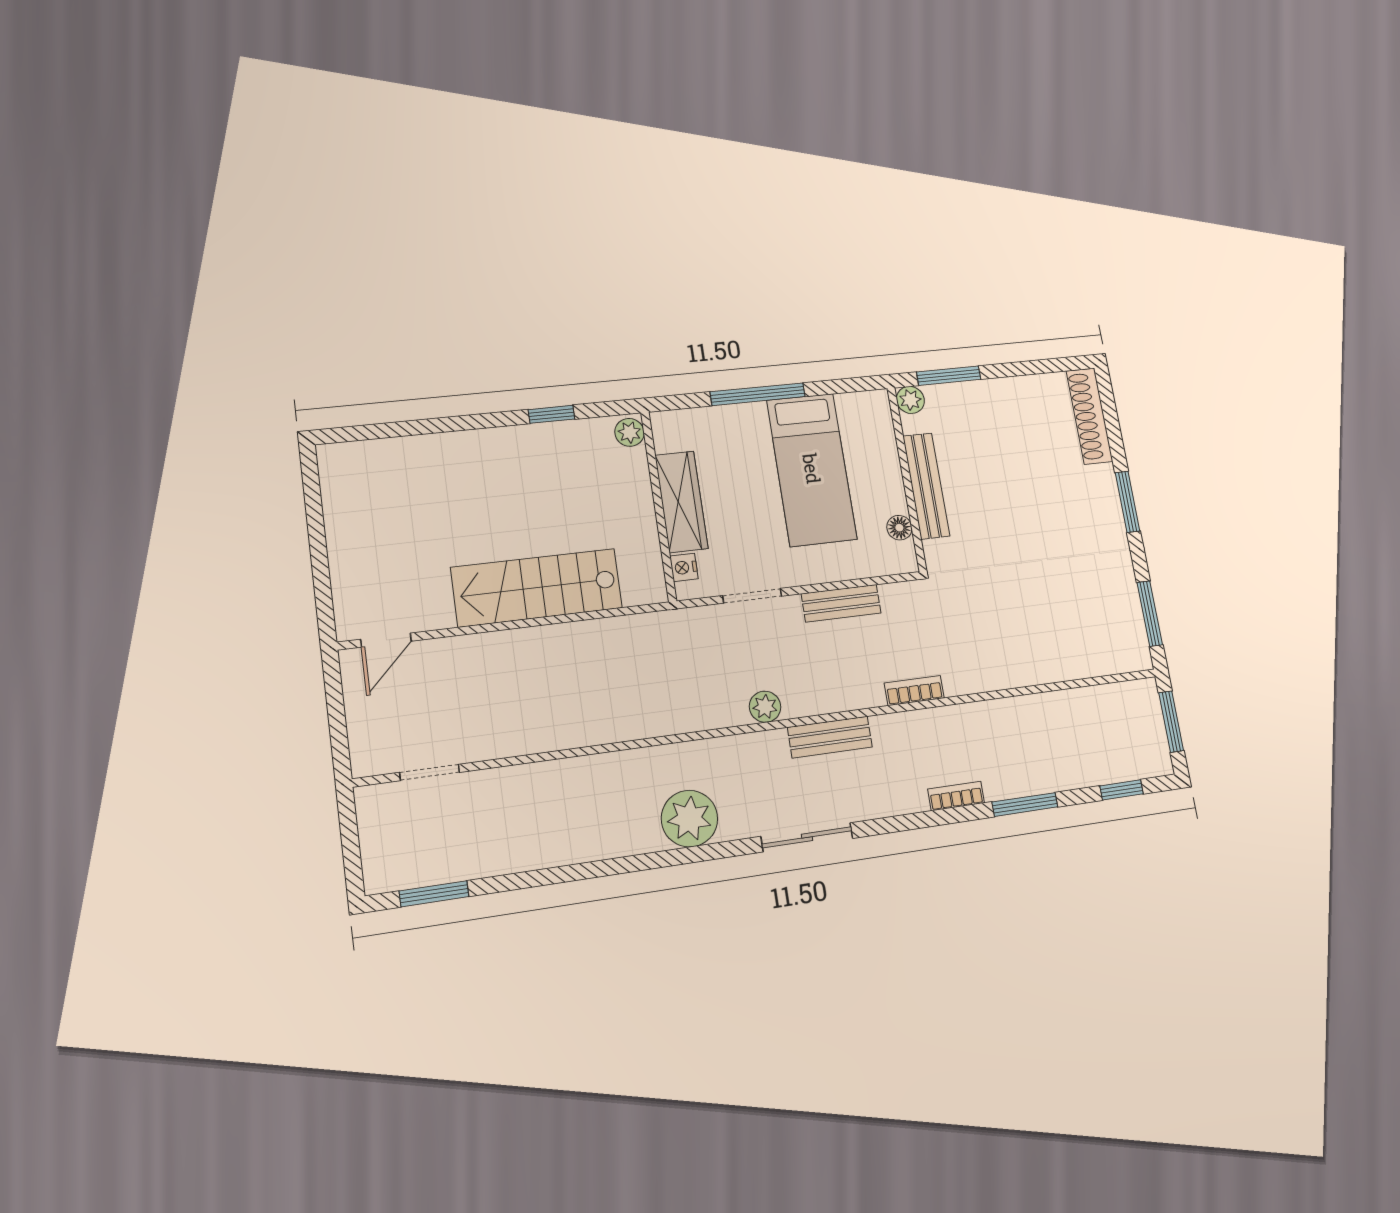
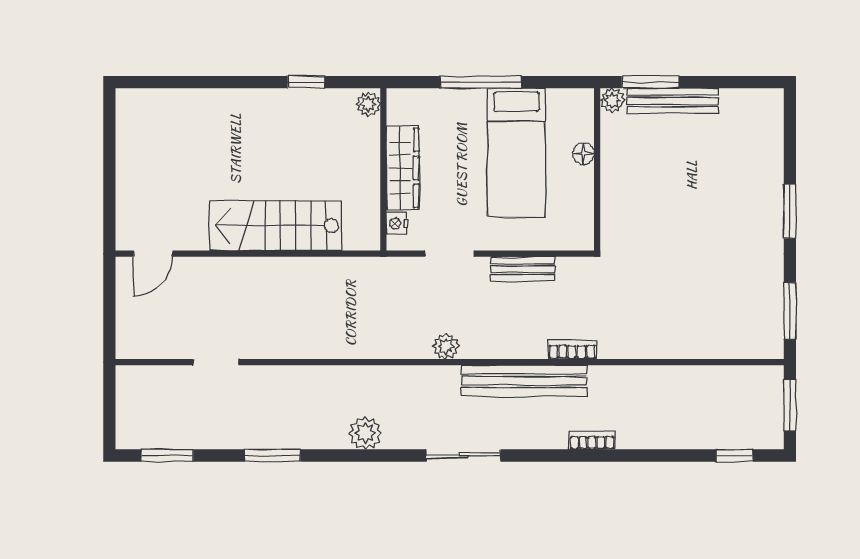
shoe rack: (1089, 416) -> (771, 131), removed
bench: (926, 486) -> (673, 101), moved, turned 90
floor lamp: (899, 528) -> (583, 154), moved
bench: (830, 737) -> (524, 381), width x1.86, depth x1.21
doorway: (430, 772) -> (216, 362), moved
window: (1025, 804) -> (272, 455), moved
plant: (689, 819) -> (365, 433), width x0.73, depth x0.73

